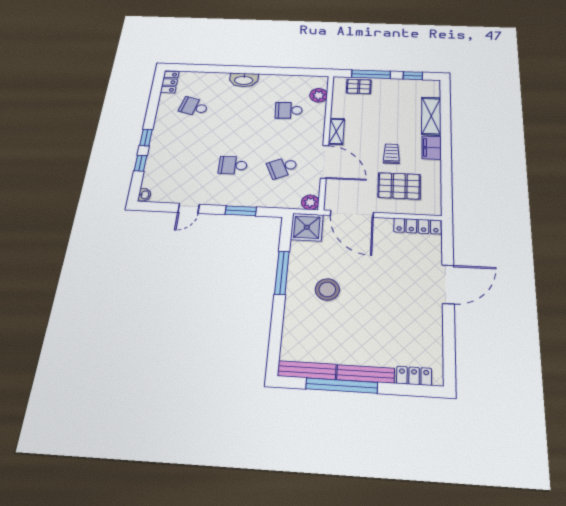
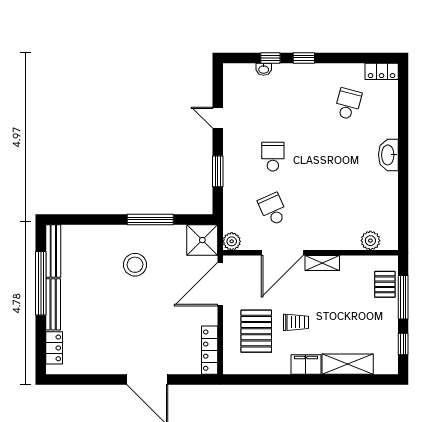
school desk: (289, 110) -> (348, 209), removed
washbasin: (145, 195) -> (264, 69), moved

